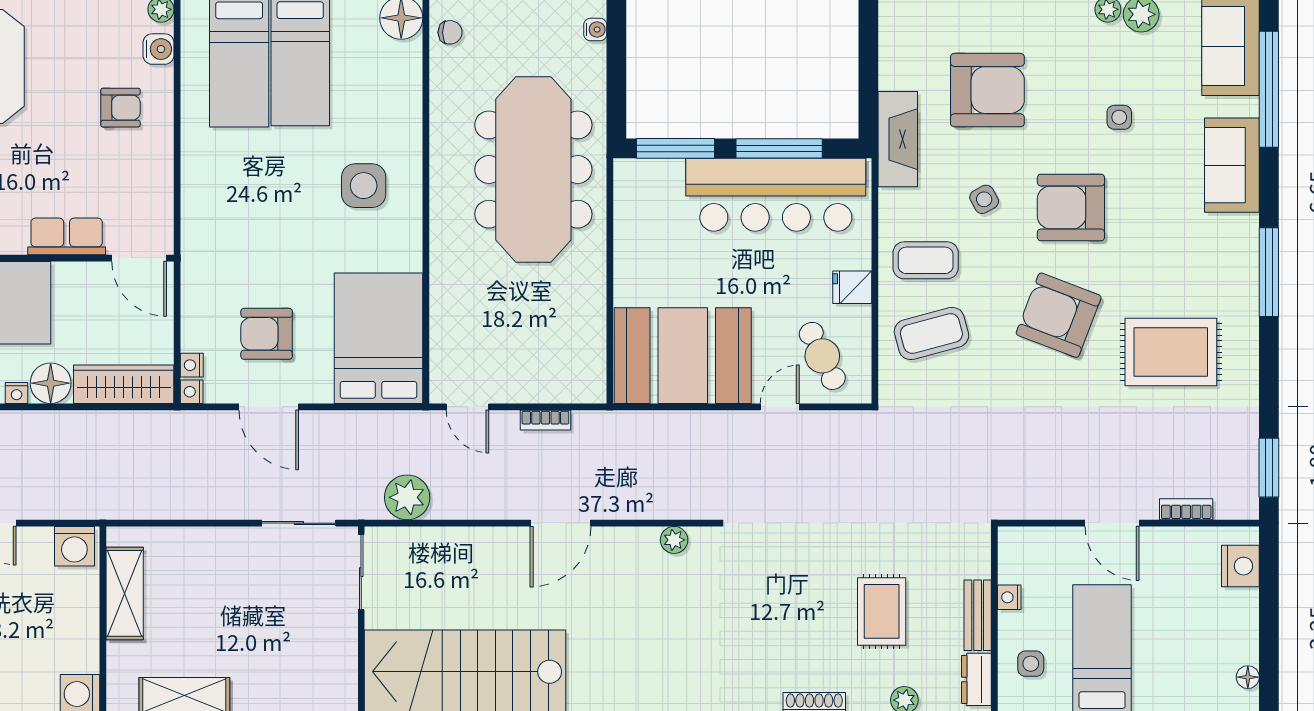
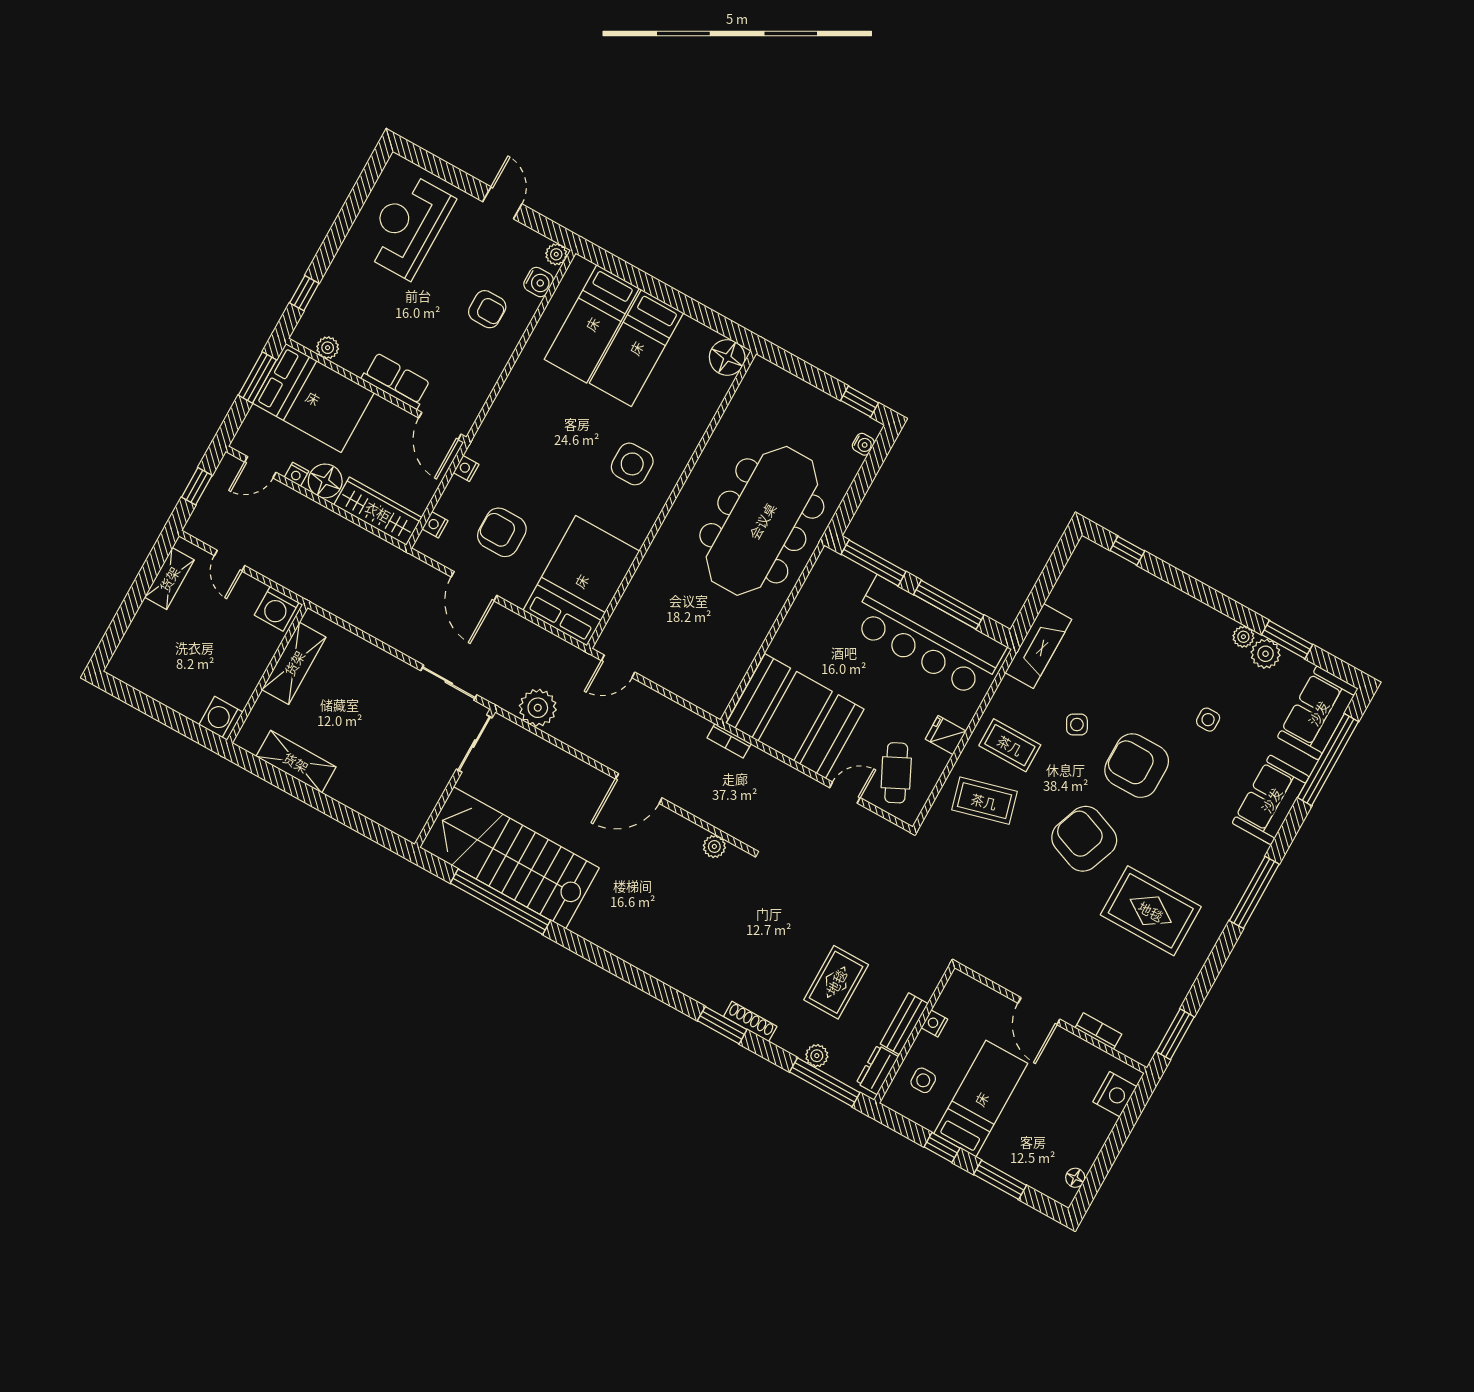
chair: (450, 32) -> (757, 388), removed
armchair: (987, 90) -> (1123, 647), removed
nightstand: (192, 392) -> (466, 468), moved
door: (467, 407) -> (618, 666), hinge flipped
bookcase: (545, 420) -> (729, 741), moved

